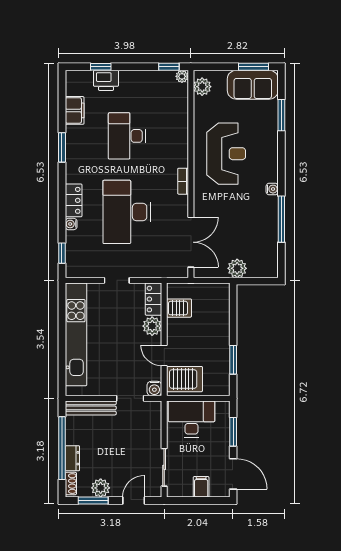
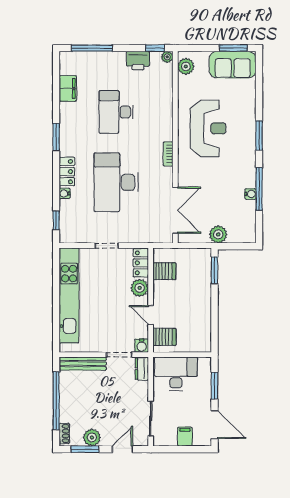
window: (101, 67) -> (92, 48), width x2.17
printer: (106, 80) -> (138, 61), moved
window: (281, 115) -> (259, 136), moved
window: (62, 147) -> (56, 137), moved
water cooler: (272, 189) -> (250, 194), moved
window: (233, 360) -> (214, 270), moved
server rack: (185, 379) -> (164, 337), width x0.73, depth x0.70
dresser: (72, 458) -> (142, 369), moved, turned 180

